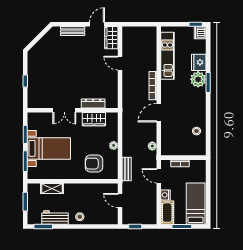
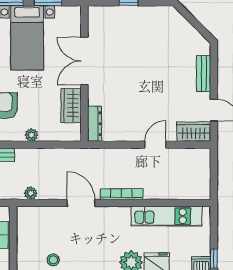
dresser: (93, 104) -> (95, 124), moved
double door: (64, 110) -> (84, 61), width x1.37

